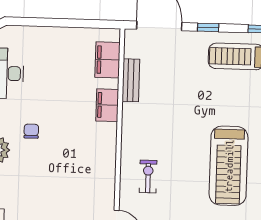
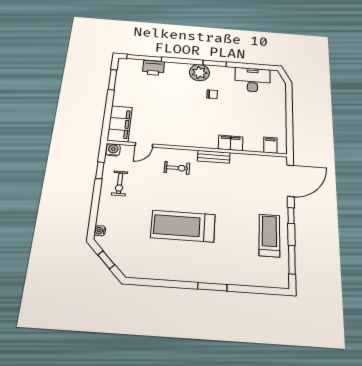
filing cabinet: (107, 60) -> (270, 145), width x0.50
bench: (131, 80) -> (214, 157), moved

